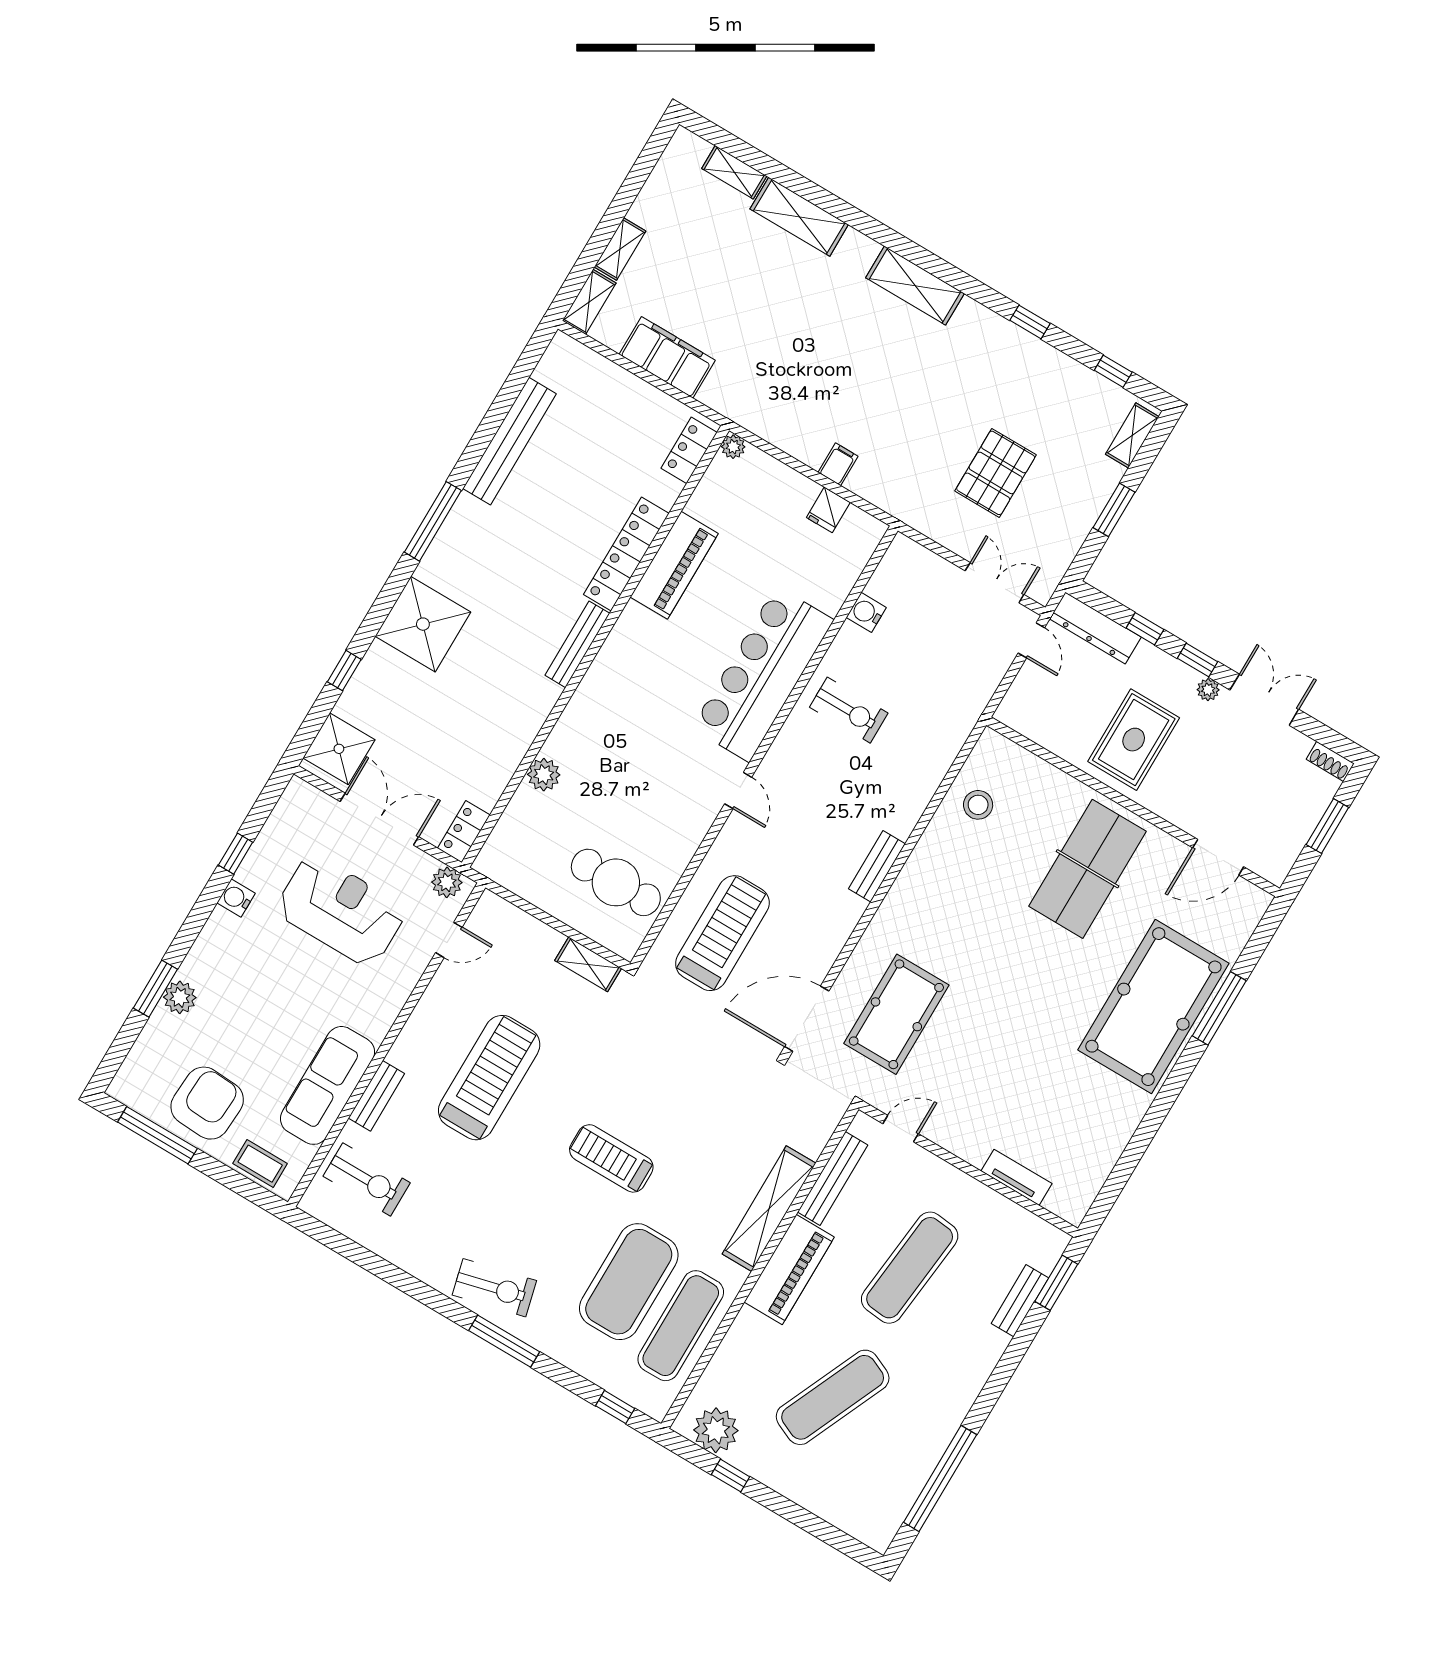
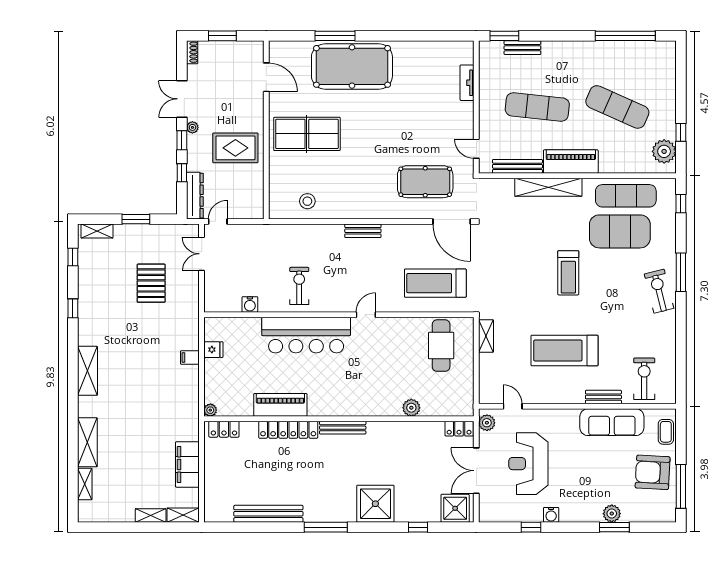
pallet: (996, 473) -> (151, 283), turned 90

